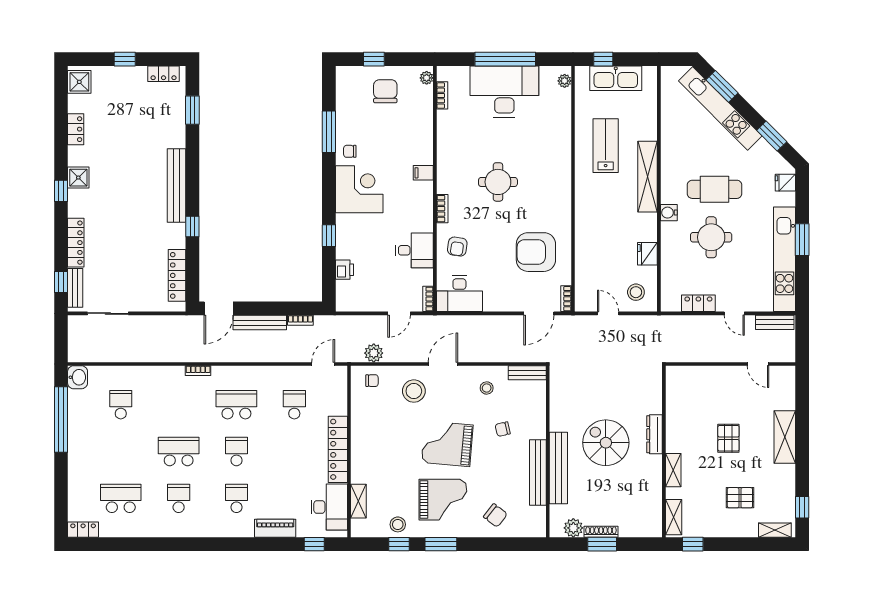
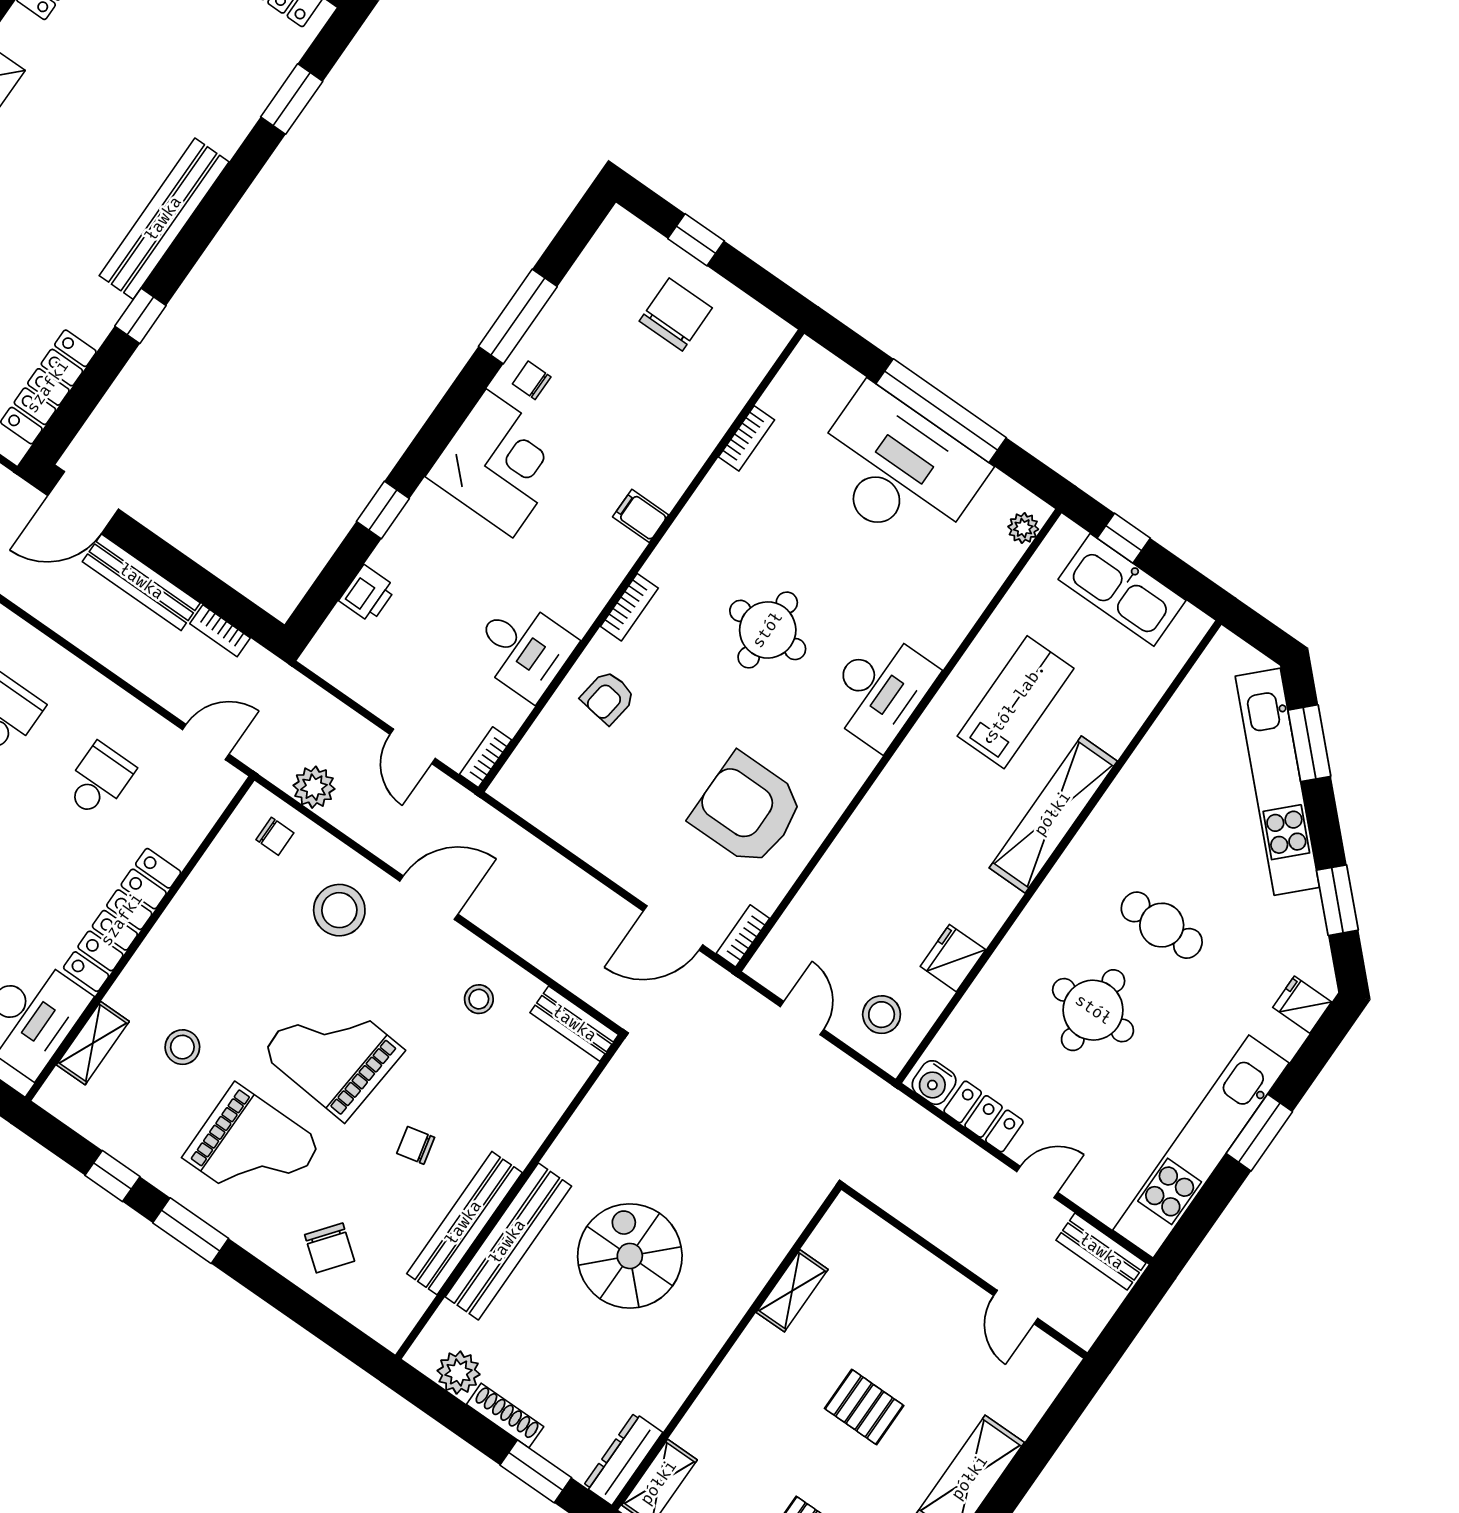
plant: (427, 78) -> (770, 343), removed
bookcase: (442, 95) -> (747, 438), moved
cafe table: (715, 189) -> (1162, 925), width x0.73, depth x0.74
water cooler: (669, 213) -> (934, 1083), moved, turned -90
desk: (459, 294) -> (880, 690), moved, turned -90
door: (399, 313) -> (413, 746), hinge flipped
door: (734, 313) -> (1037, 1182), swing flipped
chair: (503, 429) -> (416, 1145), moved
dresser: (655, 434) -> (623, 1459), moved
pallet: (728, 438) -> (864, 1407), turned 90
shelving: (673, 470) -> (792, 1291), moved
stool: (398, 524) -> (182, 1047), moved
window: (602, 544) -> (536, 1471), moved

